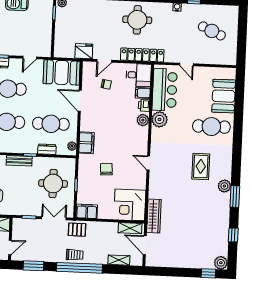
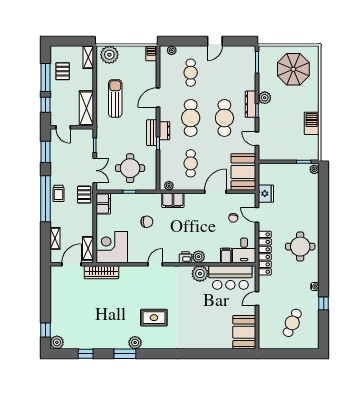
booth: (224, 96) -> (244, 332), moved, turned 90
printer: (144, 105) -> (185, 257), moved
cafe table: (51, 124) -> (191, 163), width x0.73, depth x0.74
cafe table: (211, 127) -> (195, 327), removed
dresser: (47, 149) -> (165, 131), moved

